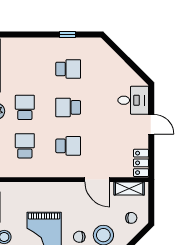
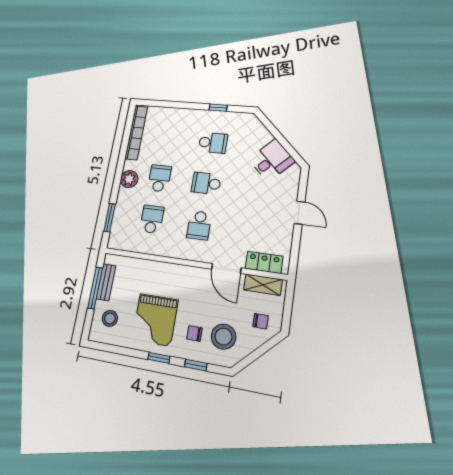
desk: (133, 100) -> (272, 160), moved, turned -45
school desk: (68, 146) -> (199, 225), turned 90
locker: (141, 163) -> (264, 262), moved, turned 90

